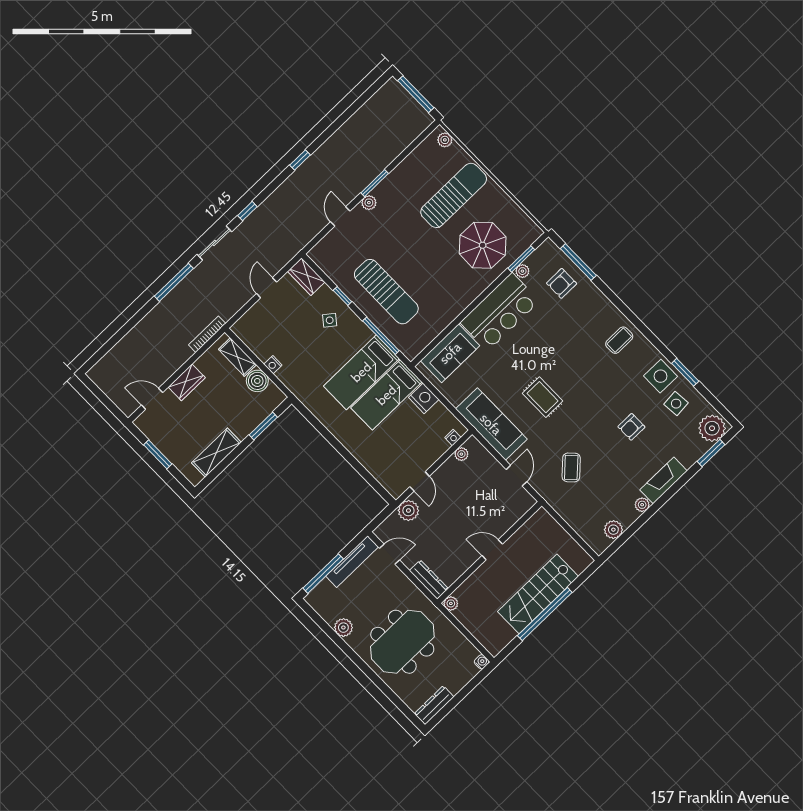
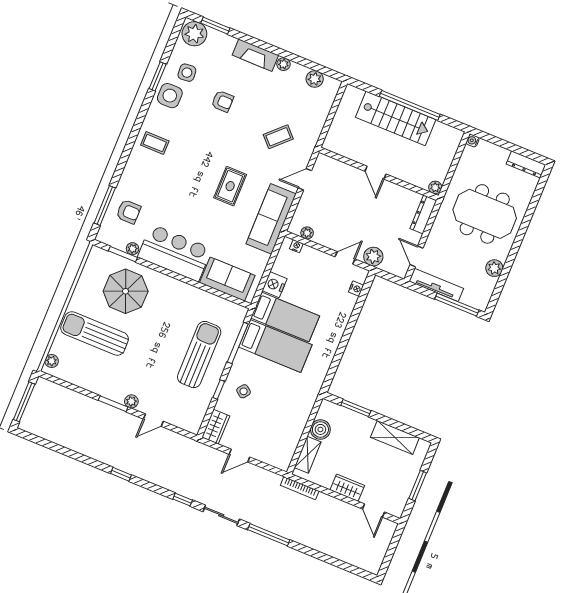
nightstand: (273, 365) -> (356, 289), moved

